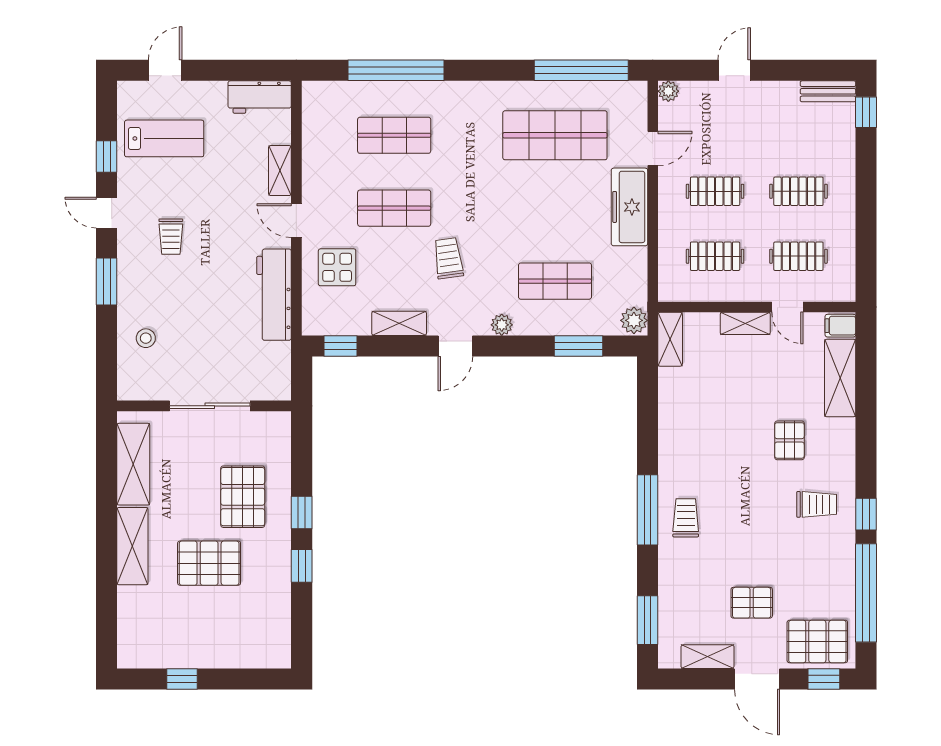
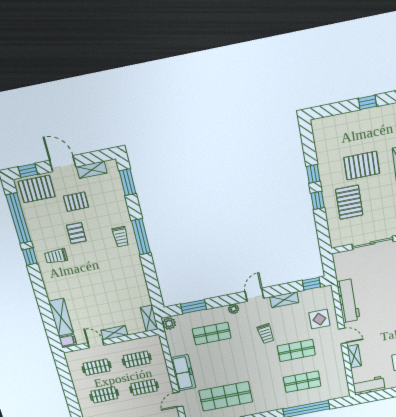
pallet: (789, 440) -> (76, 233), moved

